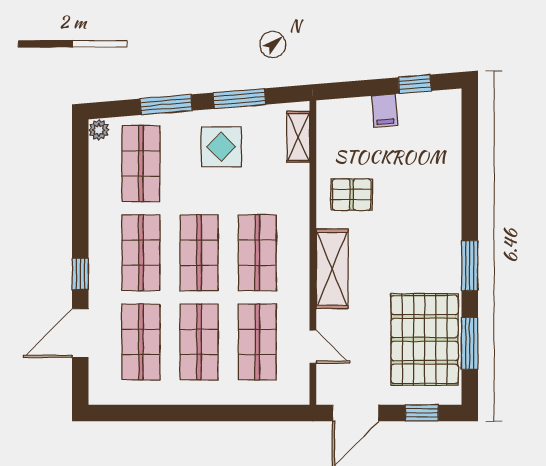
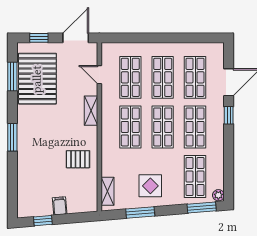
window: (166, 105) -> (202, 207), moved
window: (470, 266) -> (12, 137), moved
shelving: (332, 269) -> (91, 111), width x0.67, depth x0.75

